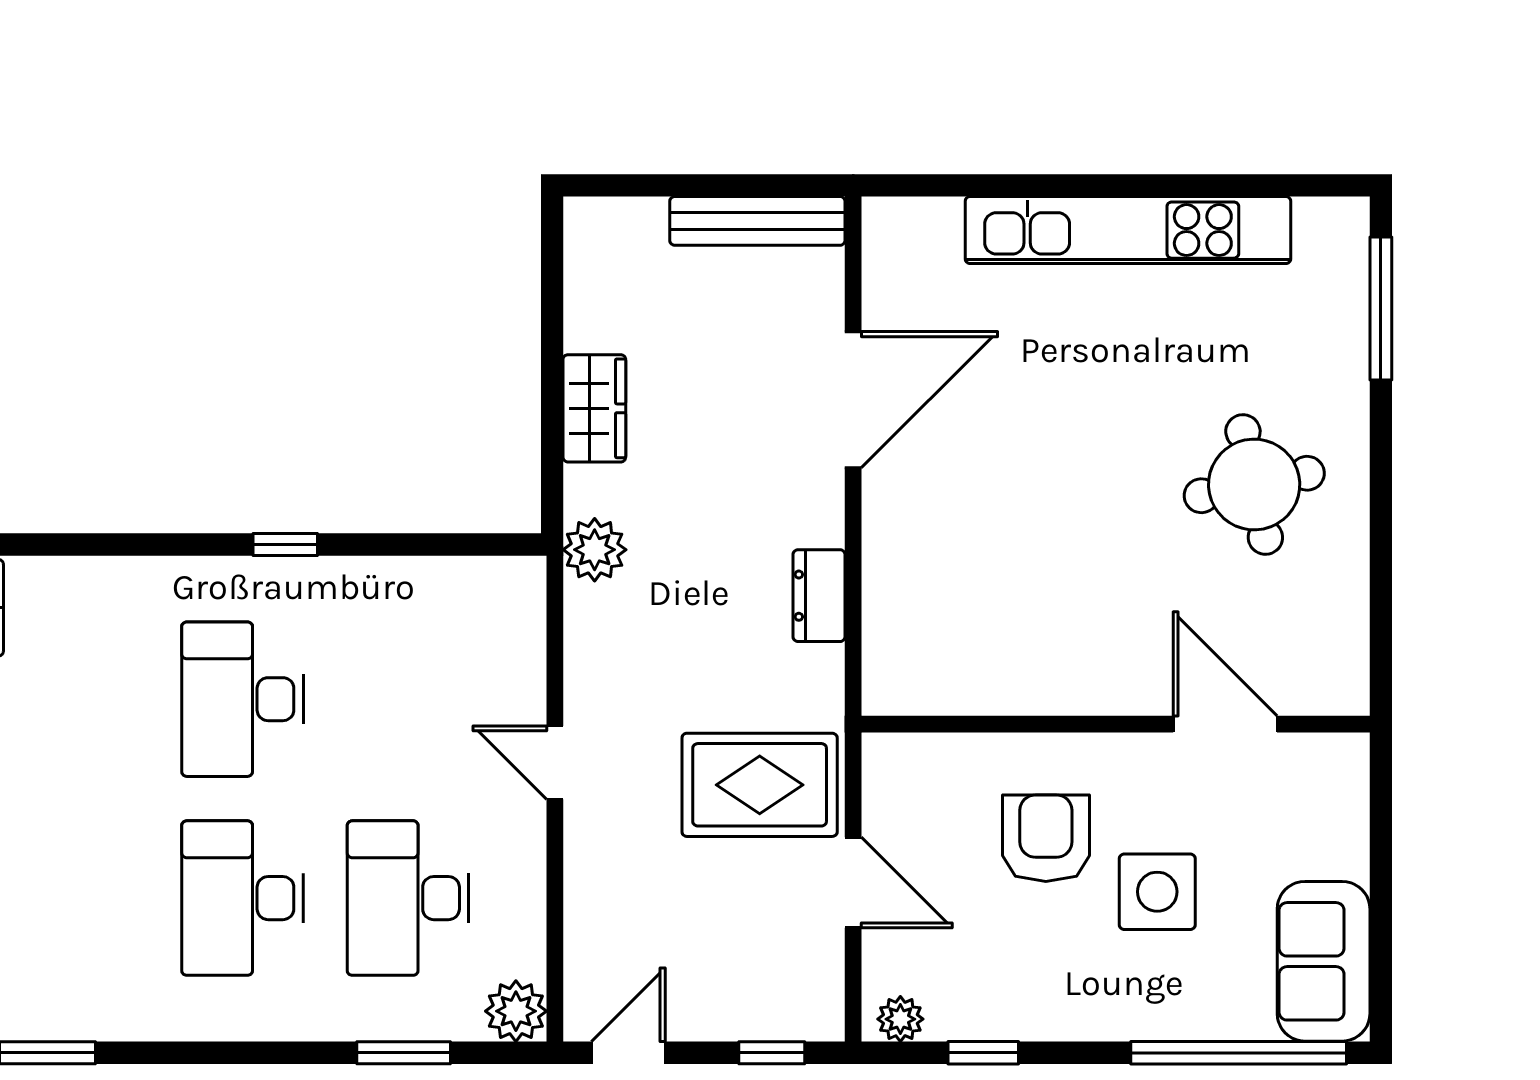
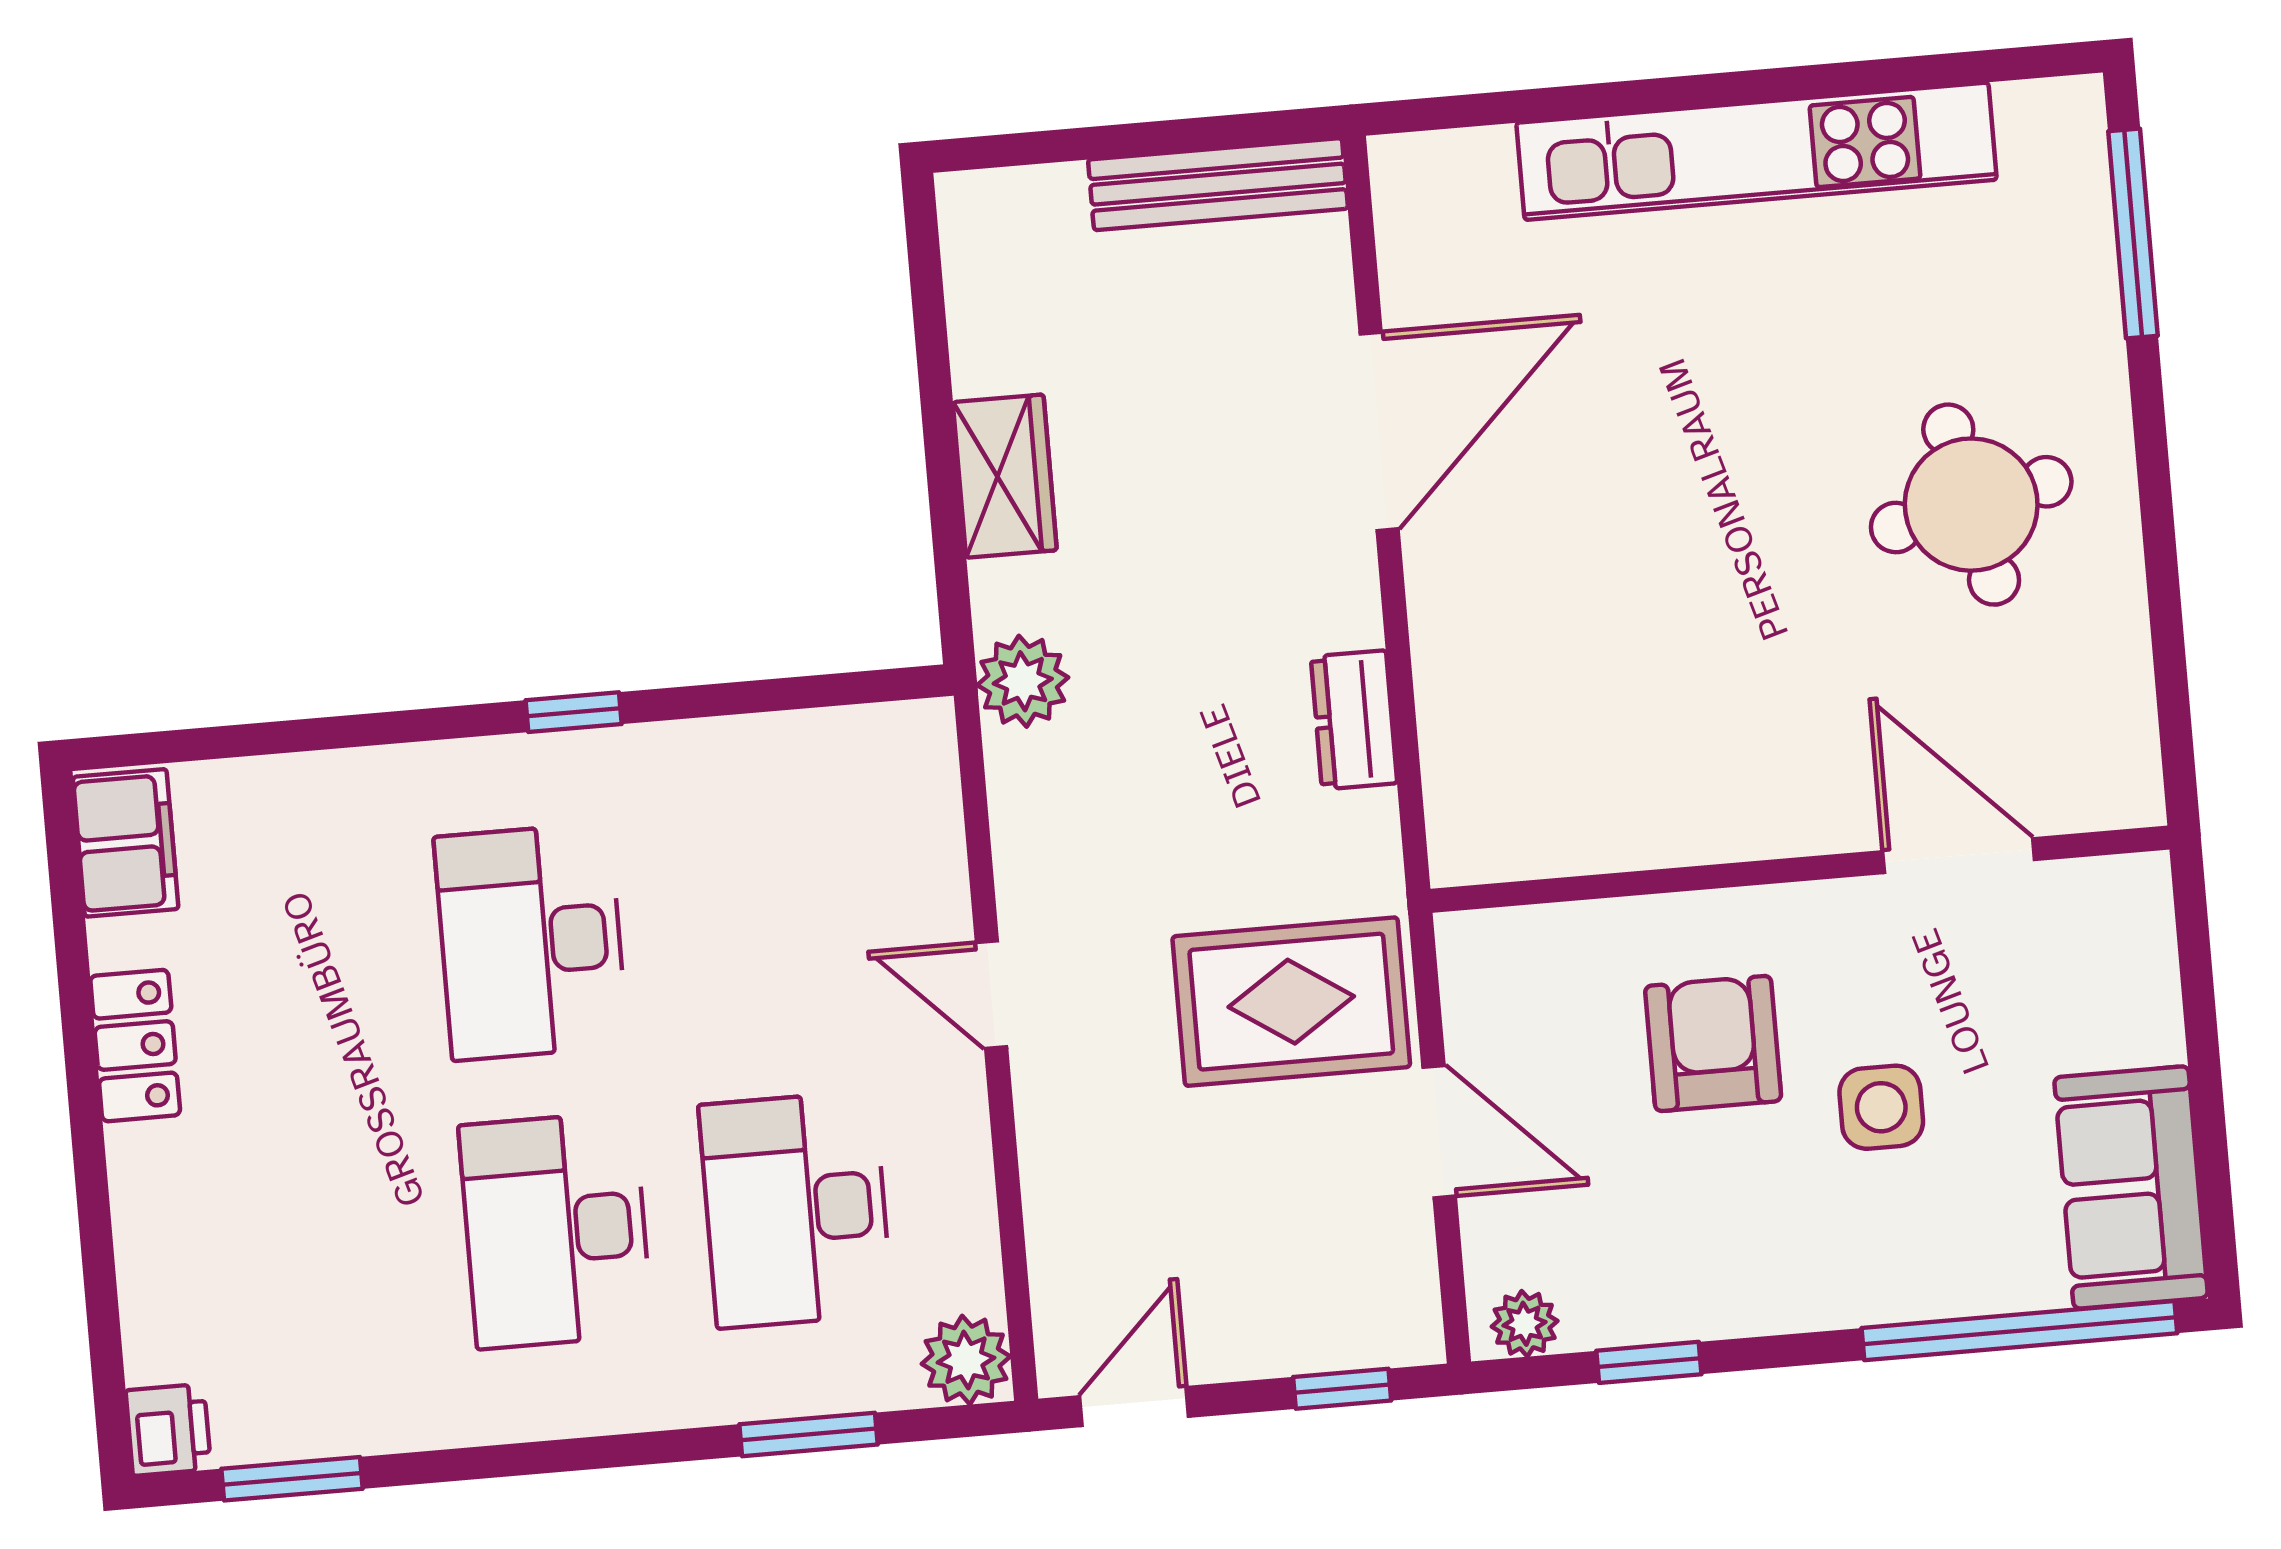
side table: (1157, 892) -> (1881, 1107), width x0.73, depth x0.73

